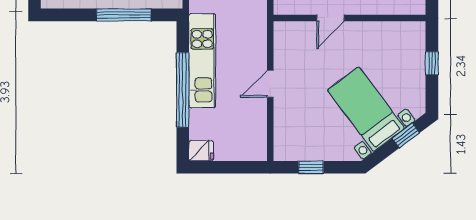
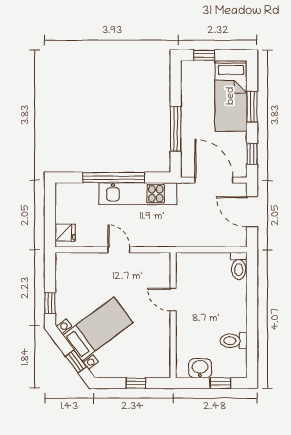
fridge: (201, 151) -> (65, 233), moved, turned -90
window: (311, 167) -> (50, 303), moved

